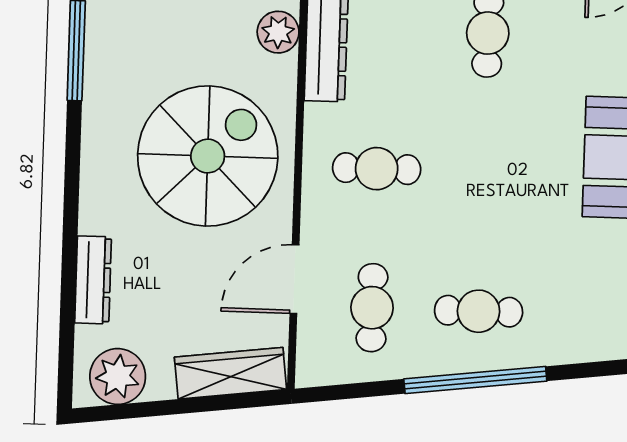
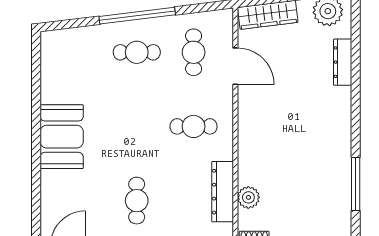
spiral stairs: (208, 156) -> (284, 130), removed
door: (294, 279) -> (235, 66), hinge flipped

